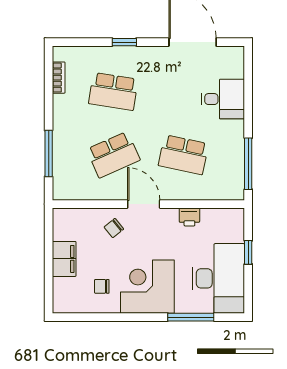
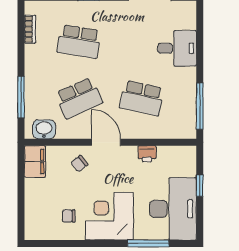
washbasin: (74, 190) -> (44, 129), added
filing cabinet: (64, 259) -> (35, 161), moved

